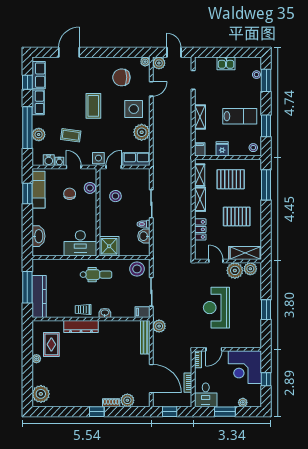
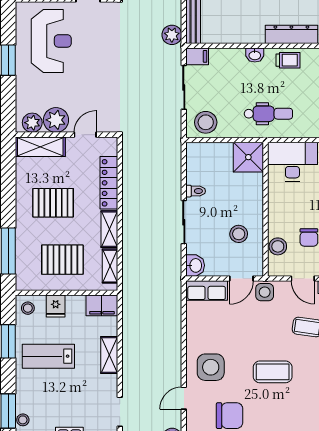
coffee table: (93, 106) -> (273, 372), turned 90
plant: (142, 132) -> (199, 332), removed
filing cabinet: (200, 149) -> (102, 305), width x2.00
fridge: (222, 149) -> (56, 306), moved
locker: (200, 229) -> (109, 183), width x1.53
washbasin: (144, 236) -> (195, 265), moved
door: (216, 261) -> (85, 135), swing flipped
dental chair: (96, 275) -> (268, 114), turned 180
reception desk: (216, 308) -> (51, 41), moved

